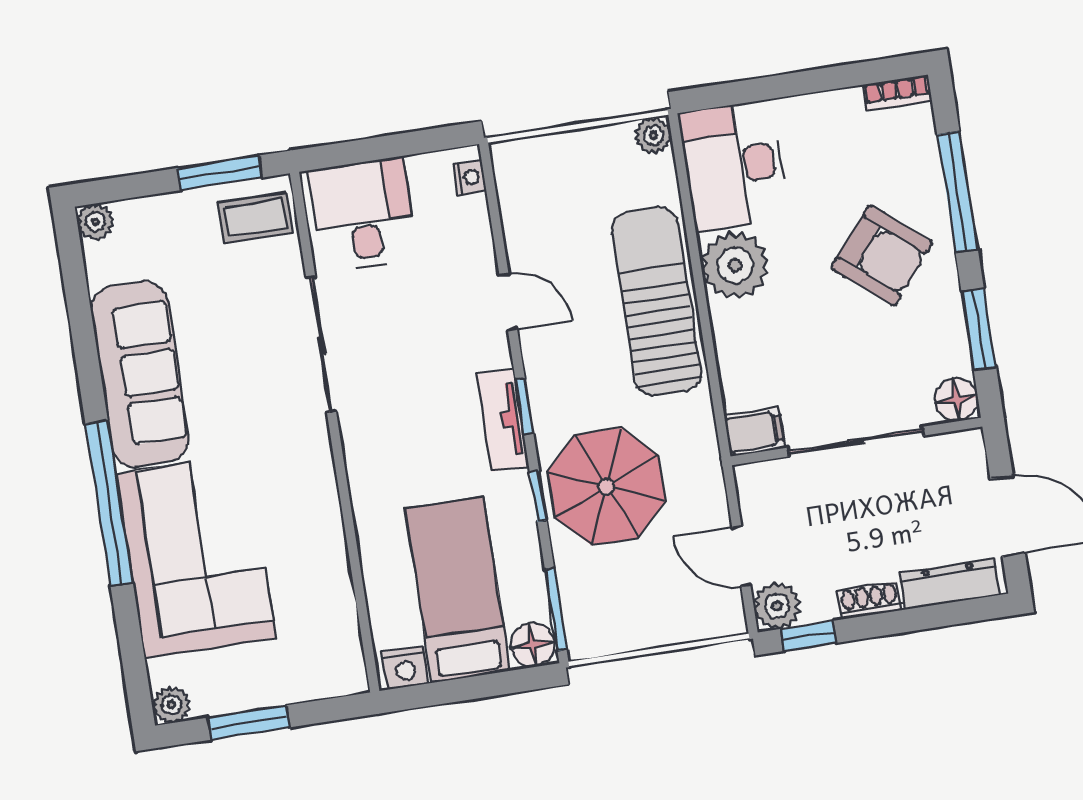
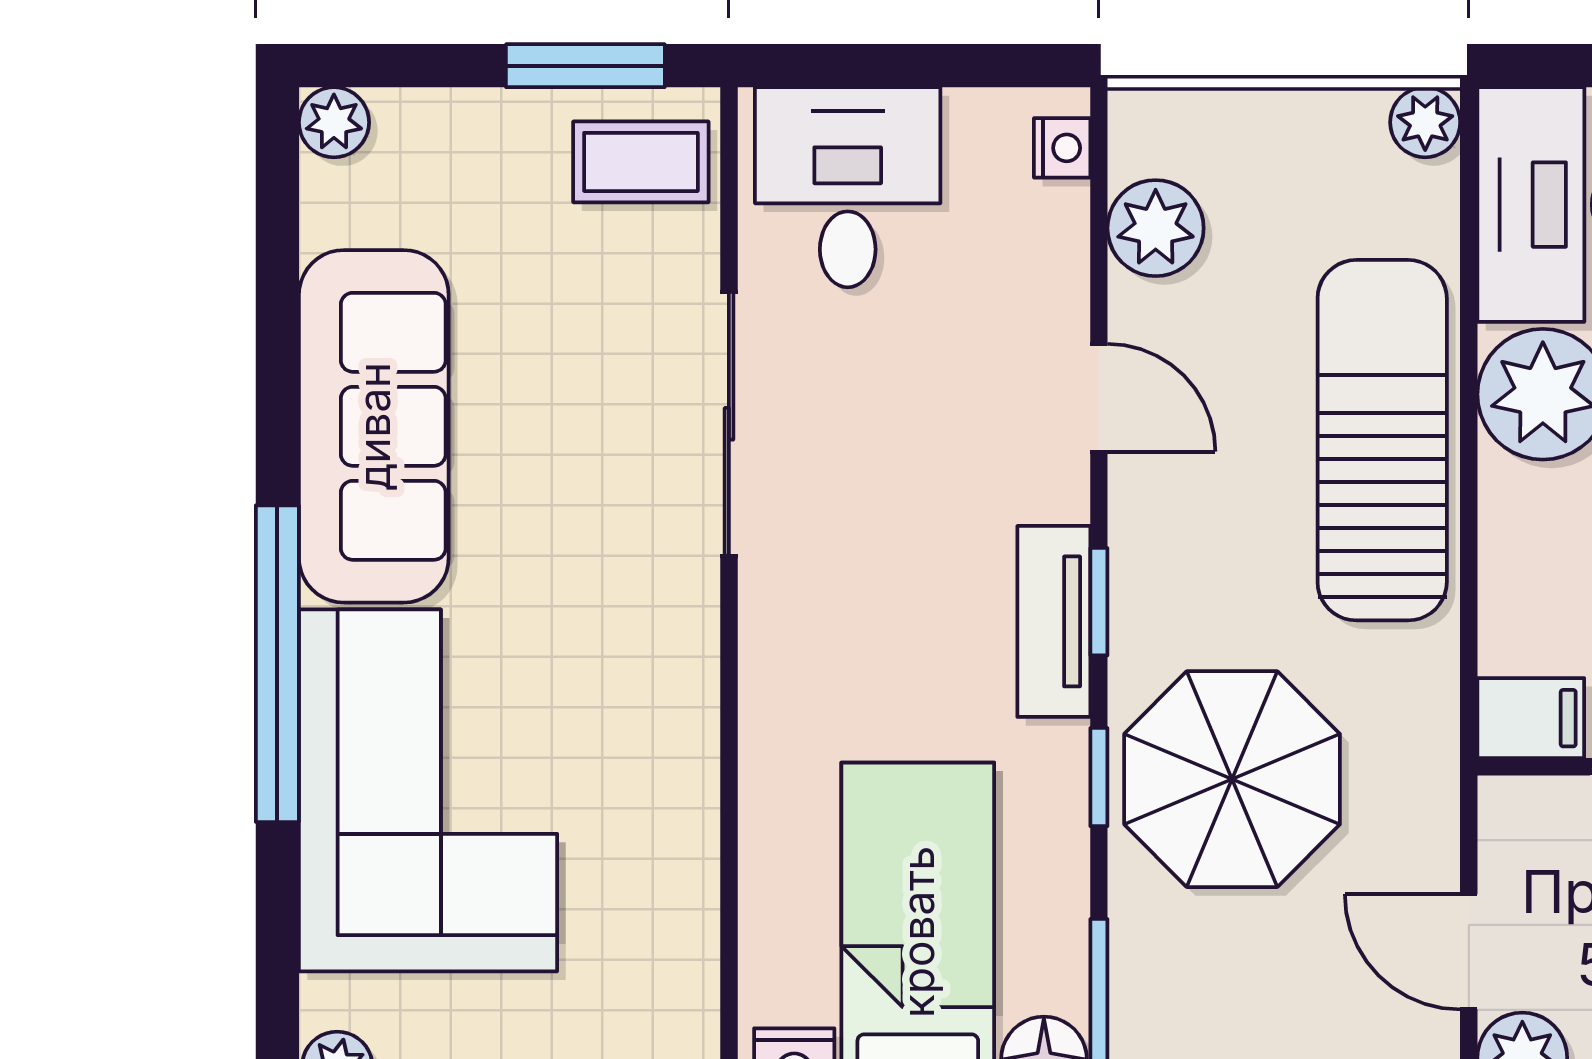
plant: (524, 211) -> (1156, 228), added

